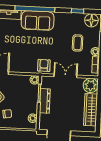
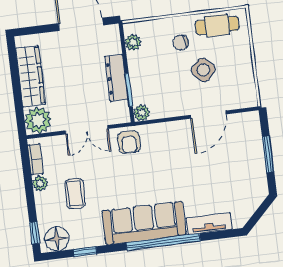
sofa: (38, 20) -> (144, 223), width x1.36

